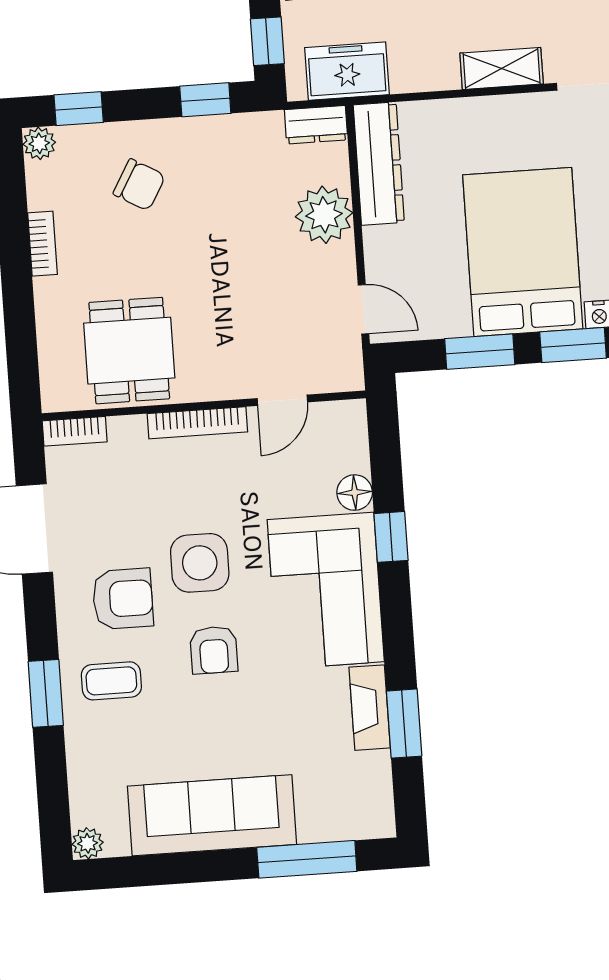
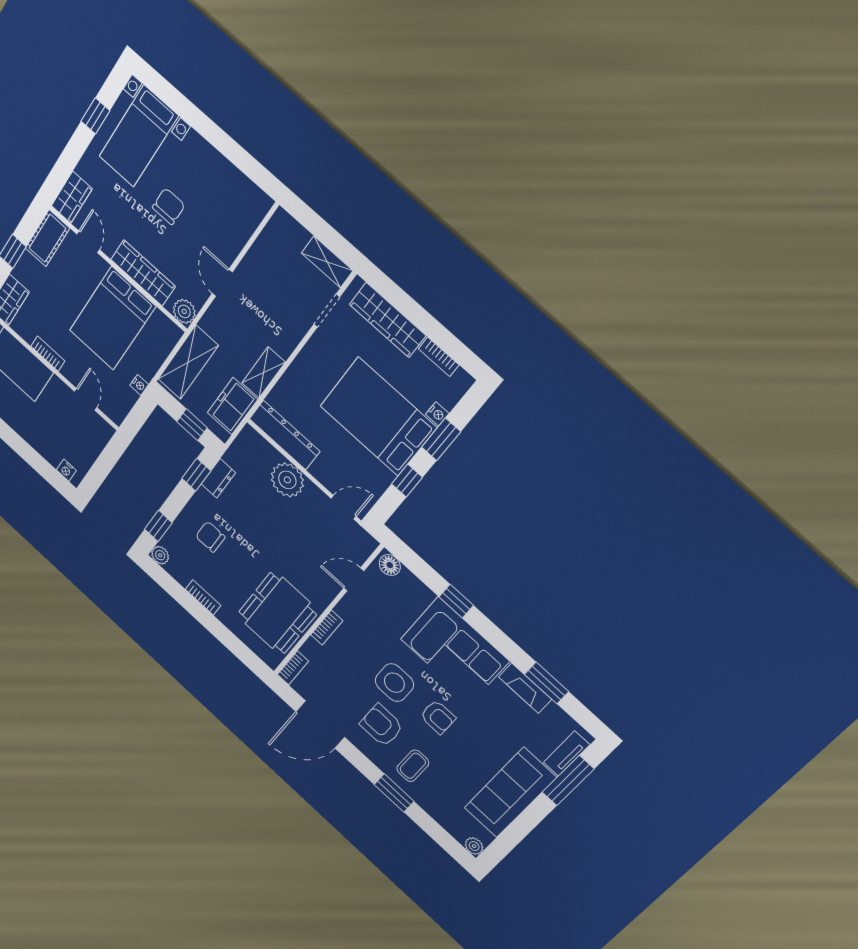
shelving: (502, 68) -> (263, 373), moved
dresser: (316, 125) -> (218, 478), moved
chair: (139, 185) -> (210, 537), turned -120
dining table: (129, 351) -> (277, 613), width x1.38
window: (480, 352) -> (407, 481), width x0.67
door: (282, 400) -> (354, 579), swing flipped
bookcase: (197, 423) -> (327, 628), width x0.64
floor lamp: (355, 493) -> (390, 565), moved
armchair: (123, 599) -> (382, 725), turned -90
tv unit: (340, 826) -> (566, 754), added

